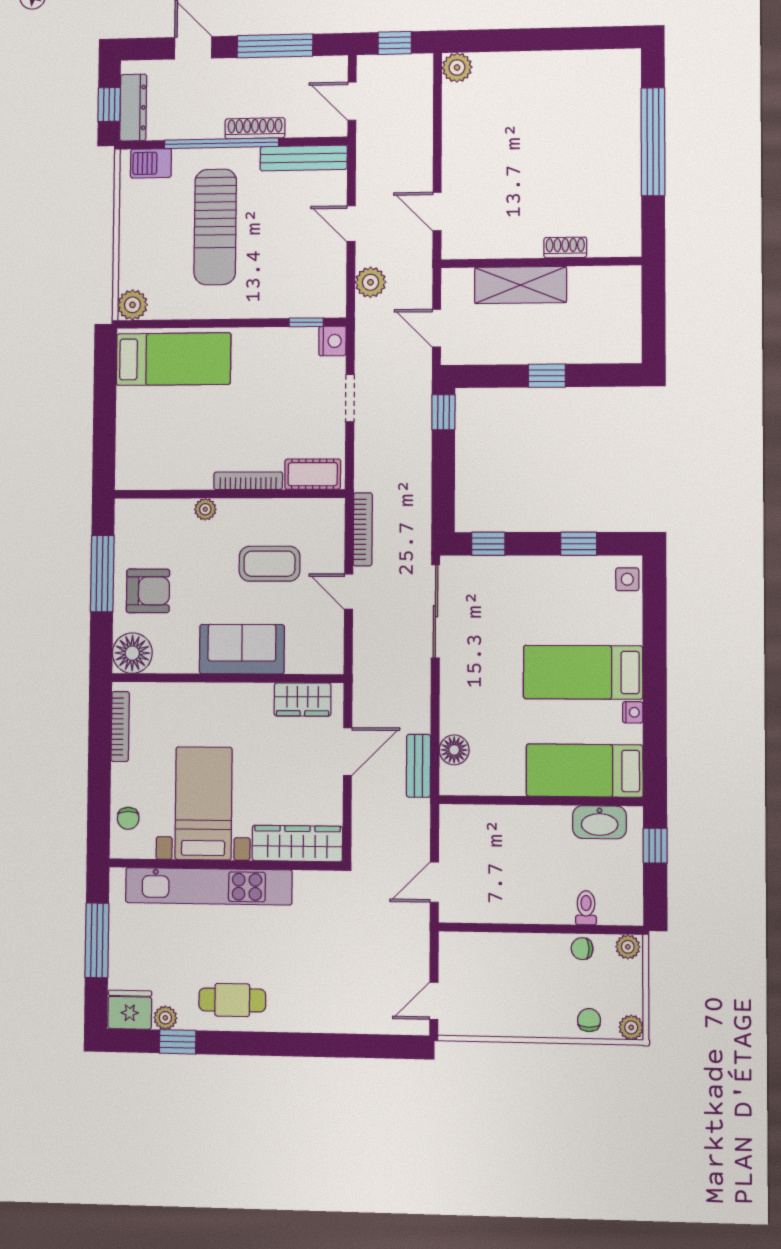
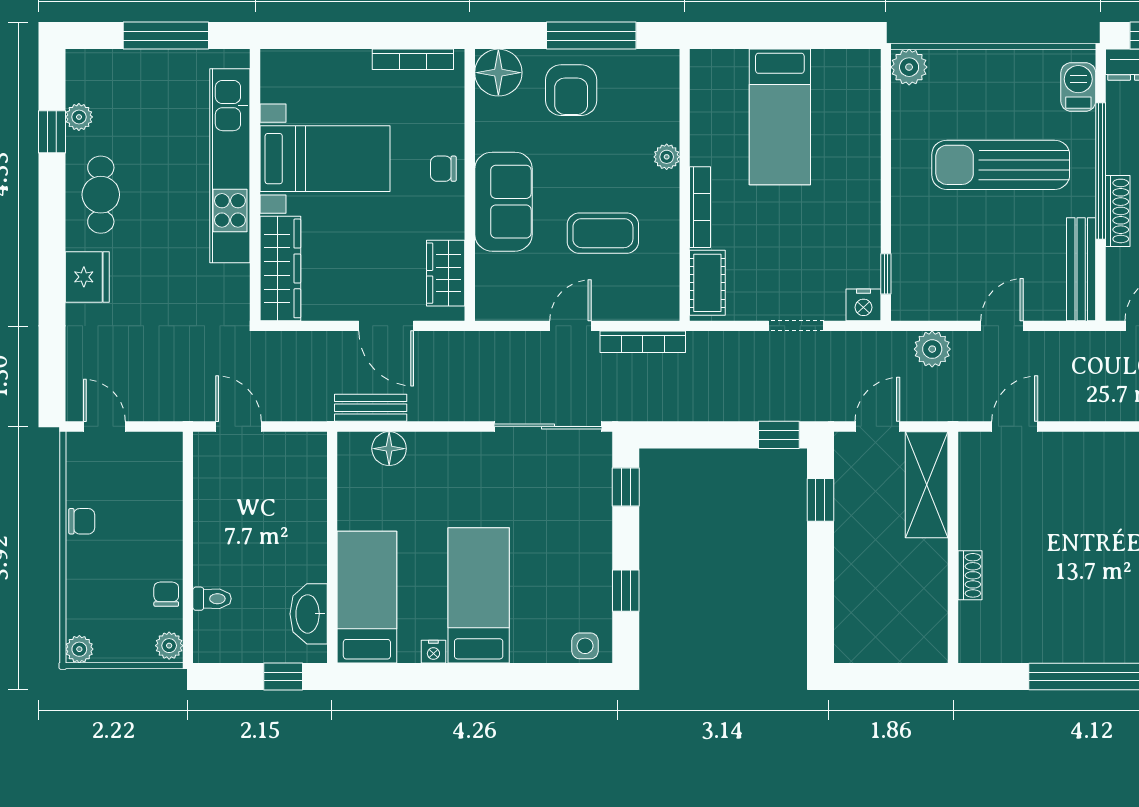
shelving: (520, 285) -> (927, 485), moved
bed: (173, 359) -> (780, 117), moved
window: (547, 376) -> (820, 500), moved
coffee table: (270, 564) -> (603, 233), turned 90
chair: (128, 818) -> (443, 169), moved
fridge: (130, 1010) -> (87, 277), moved
chair: (589, 1020) -> (82, 521), moved

